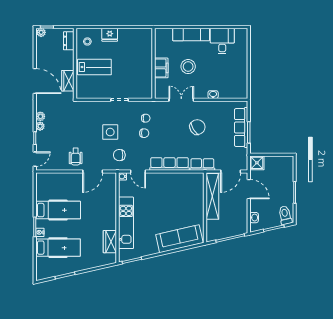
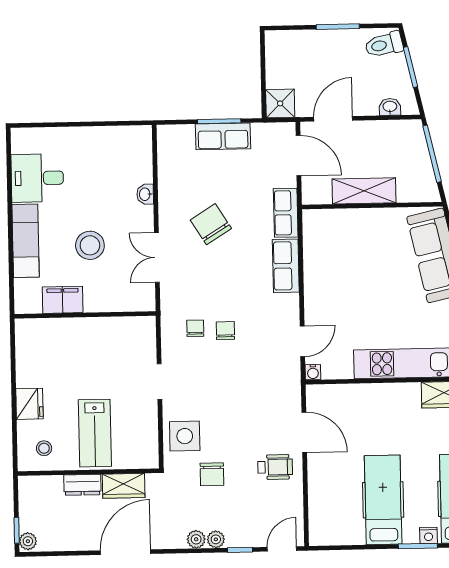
dresser: (69, 41) -> (82, 485), moved
lab bench: (94, 67) -> (95, 433), turned 180
filing cabinet: (161, 68) -> (63, 300), moved
row of seats: (241, 128) -> (223, 136), width x0.68
side table: (110, 132) -> (185, 436), moved
chair: (119, 155) -> (212, 474), moved
door: (35, 159) -> (282, 549), hinge flipped
row of seats: (169, 164) -> (286, 266), width x0.68
shelving: (212, 196) -> (364, 191), width x0.68

